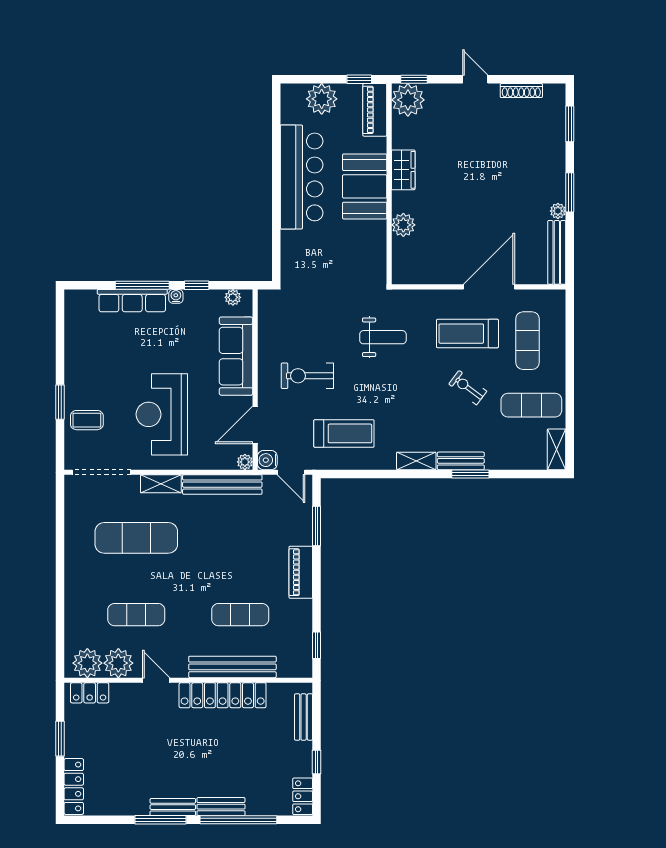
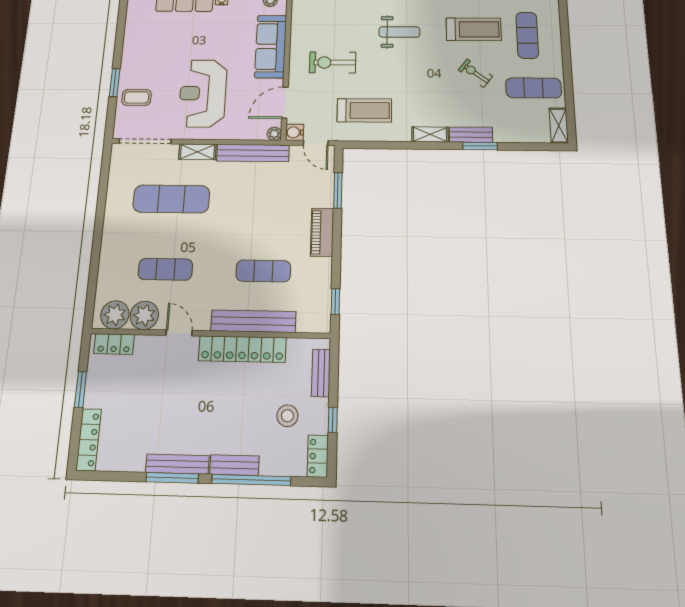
treadmill: (467, 334) -> (474, 29), turned 180
stool: (271, 759) -> (287, 416), added
bench: (173, 807) -> (177, 464), width x1.36

